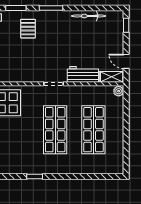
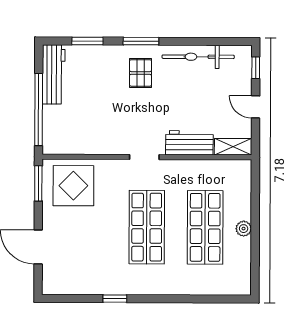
bicycle: (88, 16) -> (198, 57), width x1.37, depth x1.40
pallet: (28, 29) -> (140, 73), moved
door: (126, 61) -> (256, 107), moved
plant: (119, 91) -> (244, 229), moved

